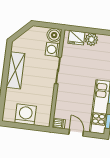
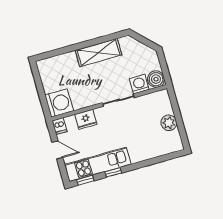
fridge: (76, 38) -> (86, 119), moved, turned -90
washing machine: (26, 114) -> (59, 103), moved
door: (76, 133) -> (57, 150), hinge flipped

